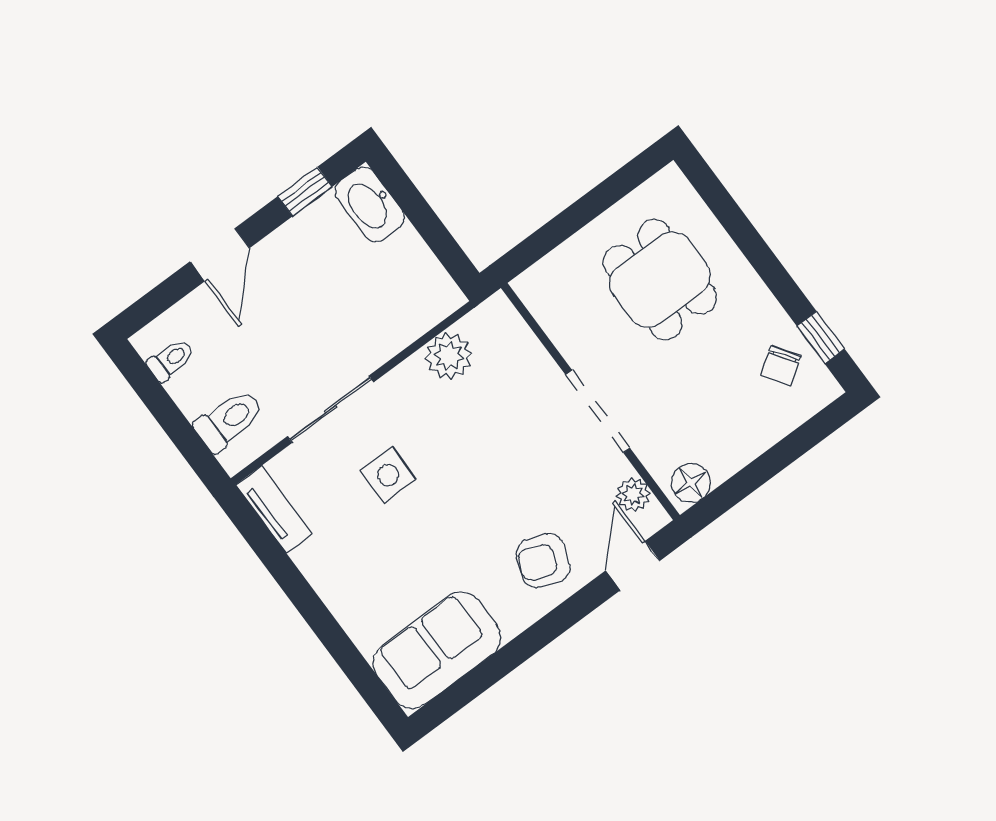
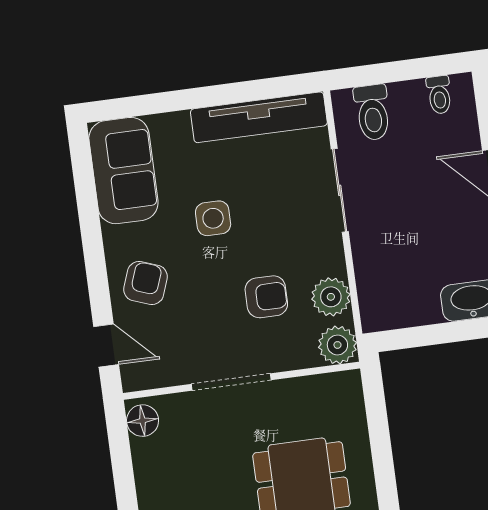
armchair: (487, 424) -> (266, 297), added
side table: (388, 475) -> (213, 218), moved
plant: (633, 495) -> (337, 345), moved, width x1.38, depth x1.38
tv unit: (274, 509) -> (259, 117), width x1.92, depth x1.29

